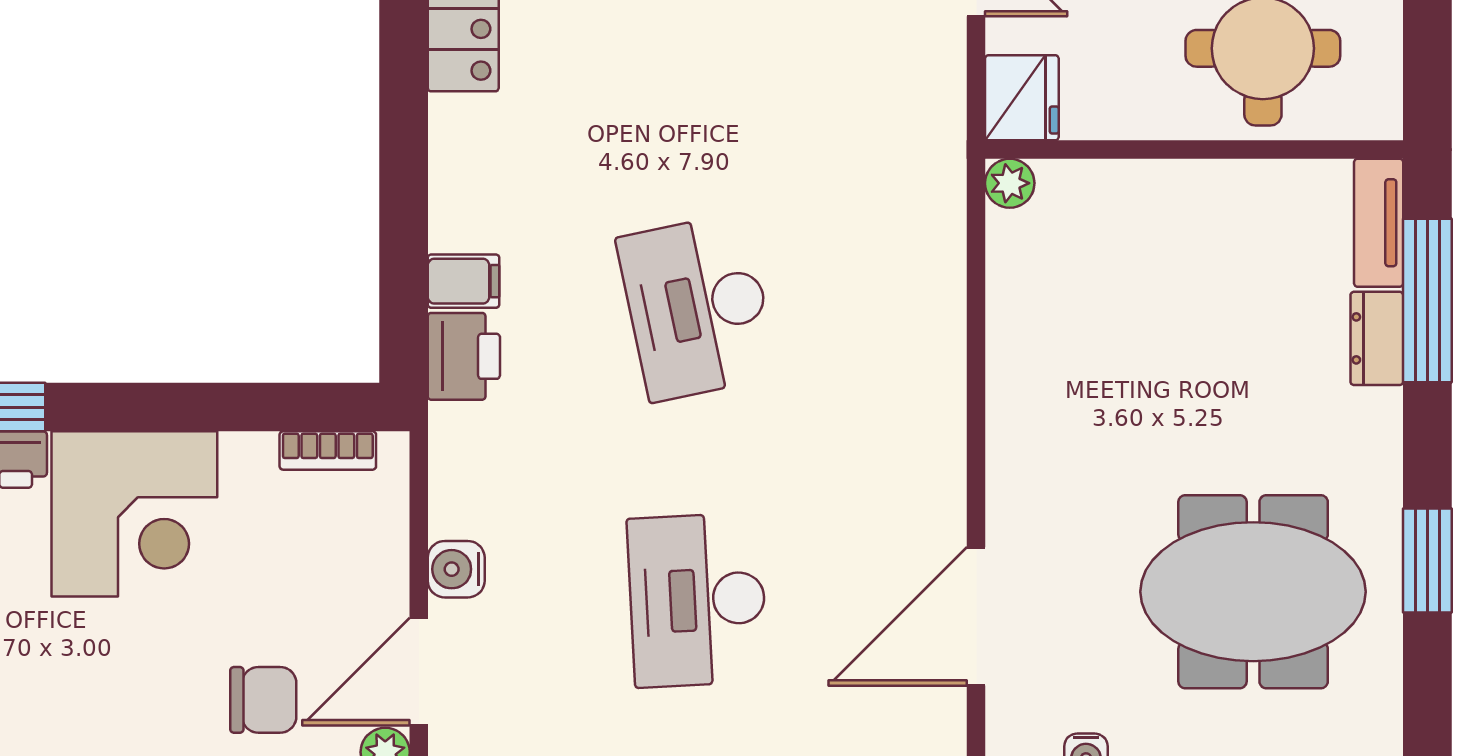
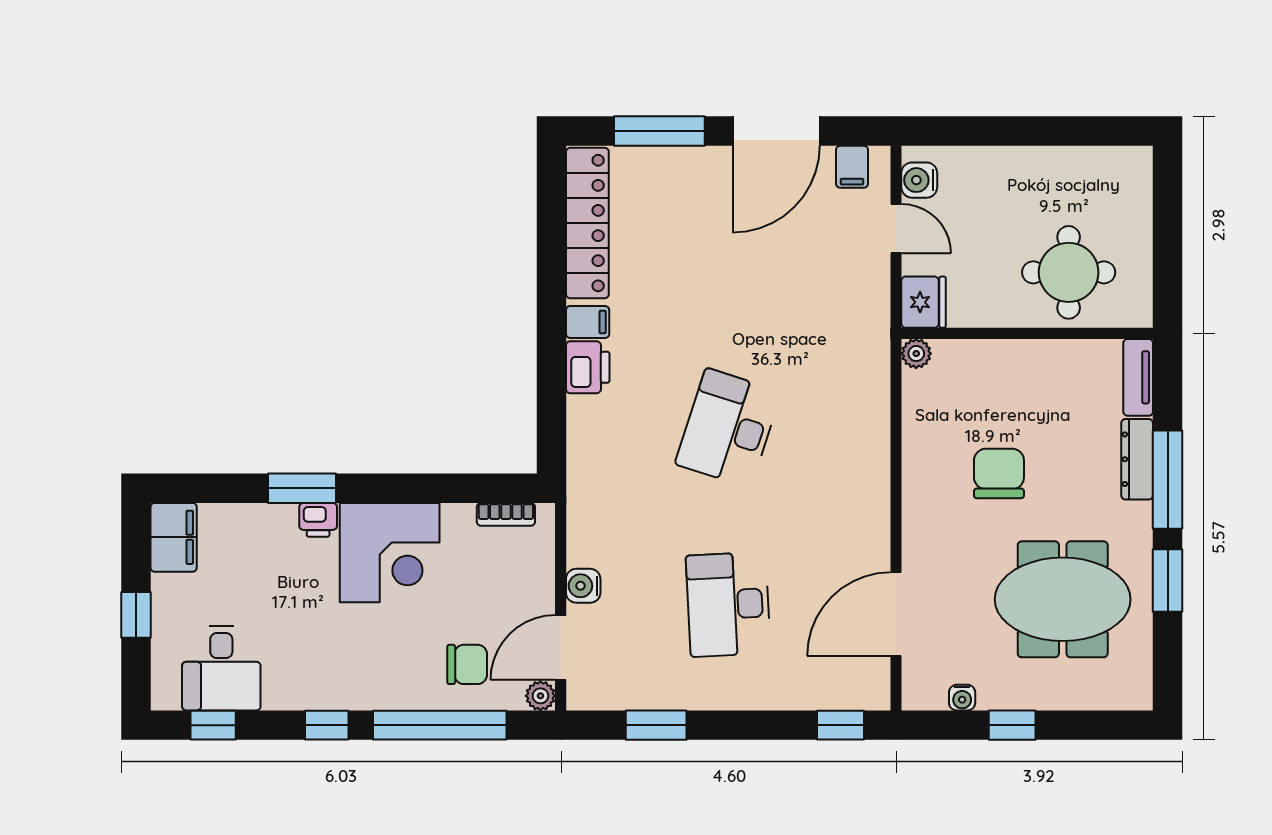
filing cabinet: (464, 281) -> (588, 322), moved
window: (1427, 300) -> (1168, 480), moved
desk: (697, 307) -> (728, 428), turned 30
dresser: (1377, 338) -> (1137, 459), width x1.44
printer: (464, 356) -> (588, 367), moved
chair: (1147, 382) -> (999, 473), added

